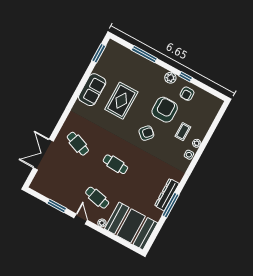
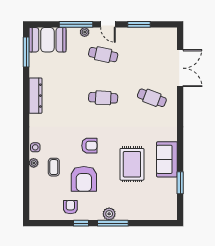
window: (99, 53) -> (180, 183), moved
window: (144, 54) -> (113, 223), moved
plant: (170, 78) -> (109, 214), moved
armchair: (146, 133) -> (89, 146), turned -132
window: (171, 205) -> (26, 52), moved
booth: (131, 226) -> (47, 40), width x0.73, depth x0.70
window: (105, 233) -> (76, 24), added

